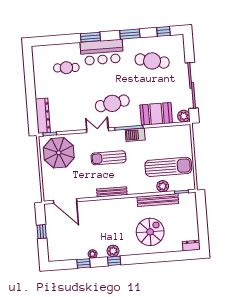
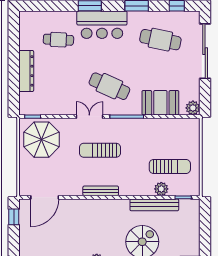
sliding door: (192, 85) -> (205, 51), moved
cafe table: (112, 103) -> (109, 86), turned 33
dresser: (43, 116) -> (26, 71), moved
barbecue: (135, 135) -> (134, 125), removed
sun lounger: (168, 167) -> (170, 166), width x0.73, depth x0.75
door: (65, 201) -> (45, 197), hinge flipped
window: (42, 232) -> (14, 217), moved

